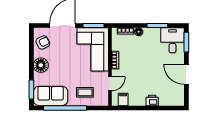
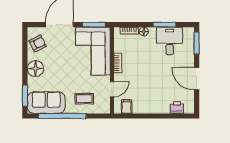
desk: (172, 40) -> (170, 41), moved
printer: (152, 100) -> (177, 108), moved

